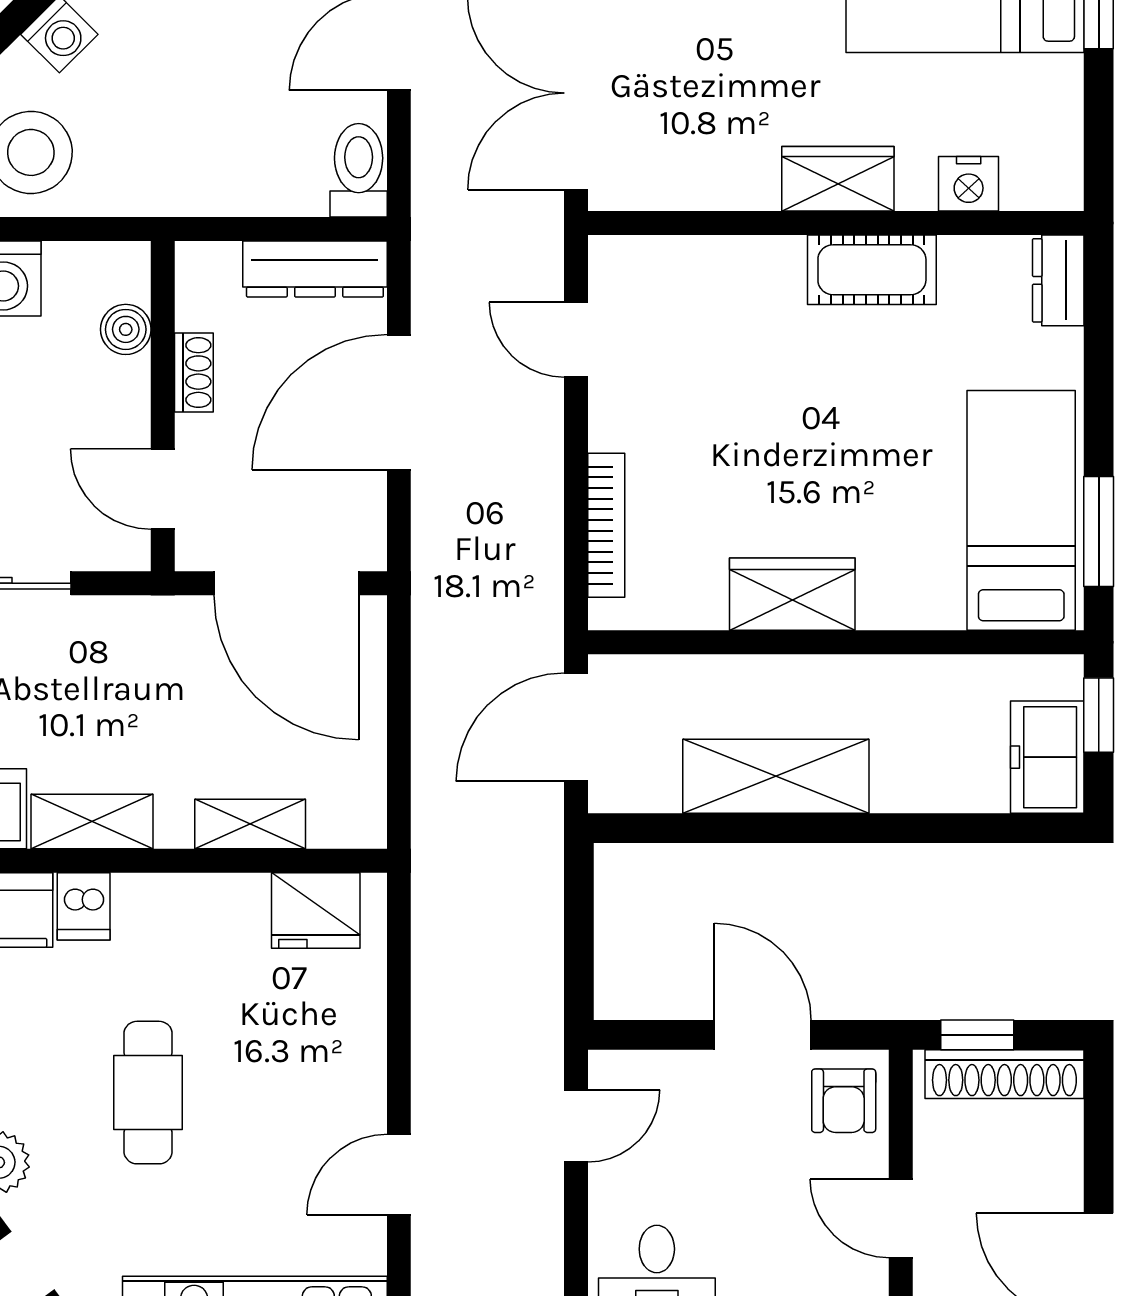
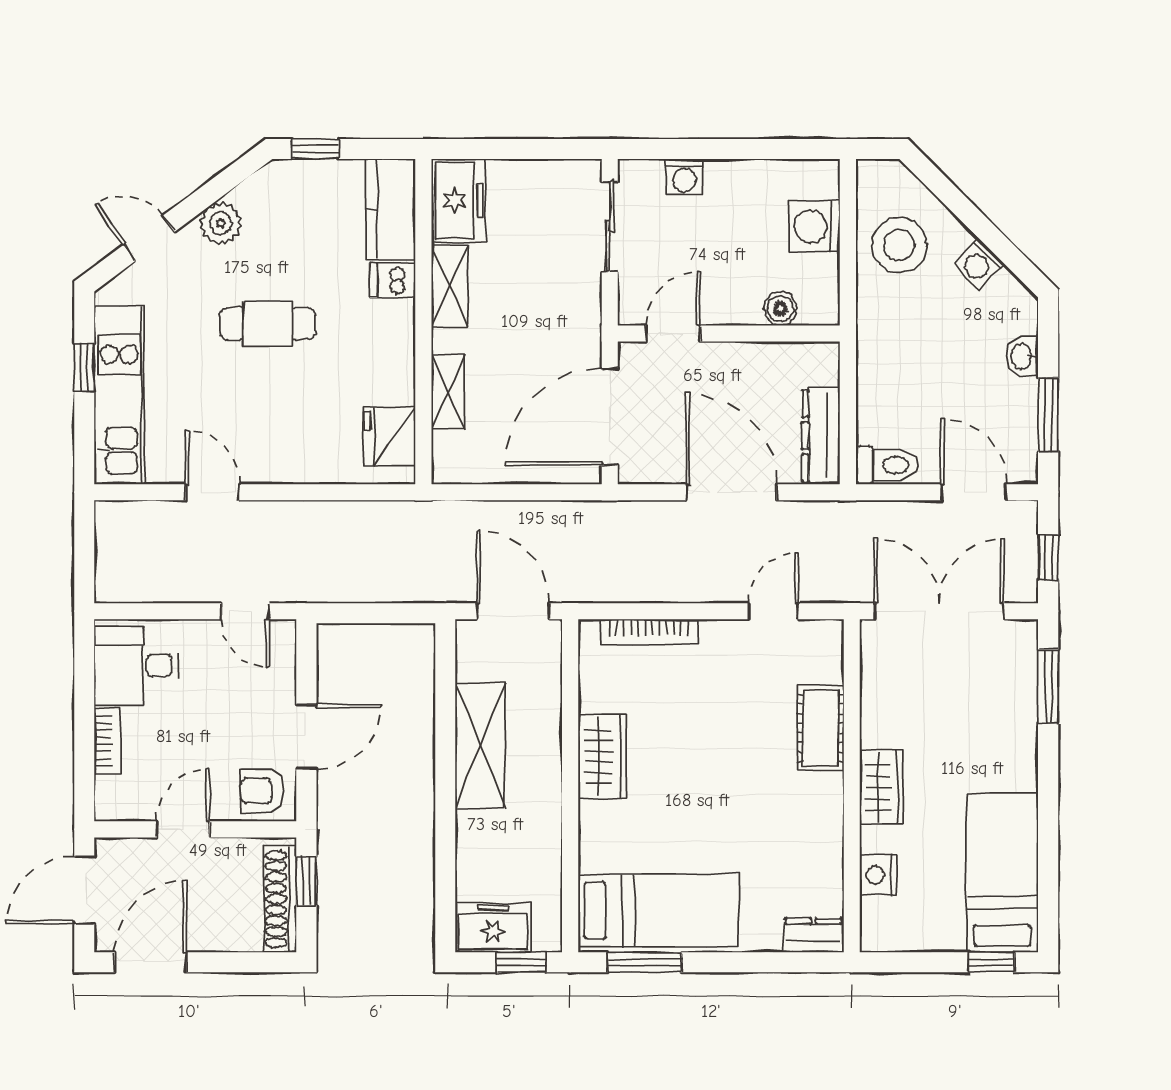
cot: (872, 270) -> (820, 728), moved
shoe rack: (194, 373) -> (751, 354), removed

